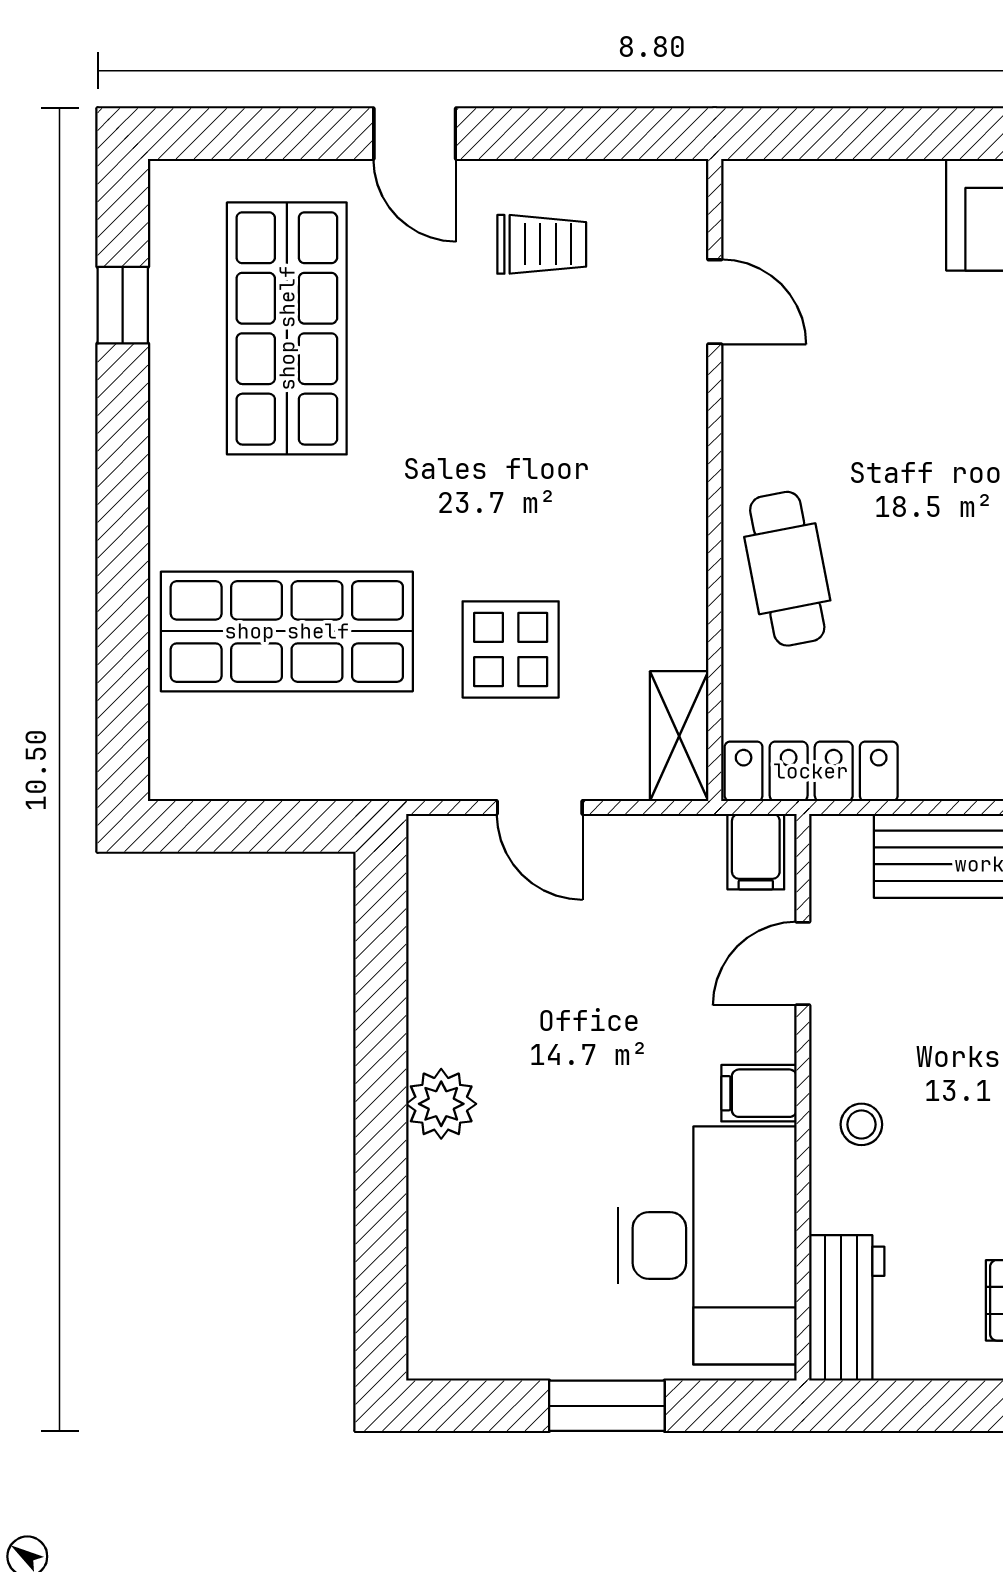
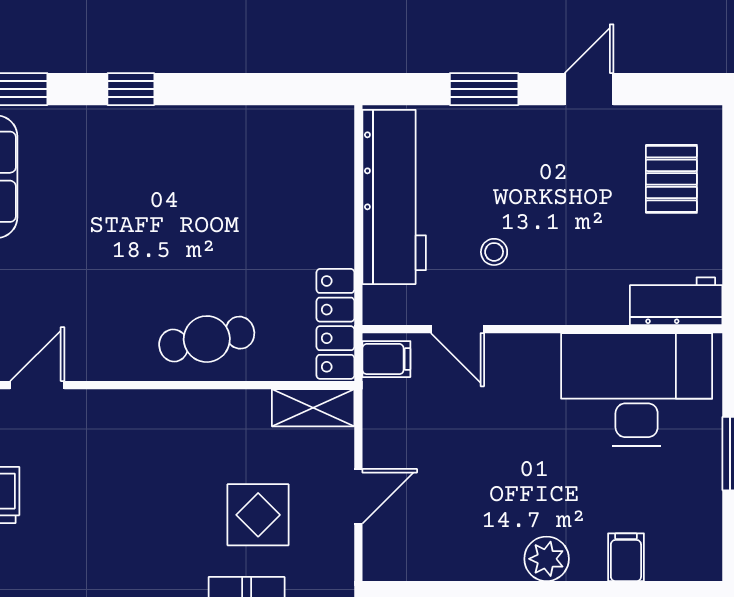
filing cabinet: (759, 1093) -> (626, 557), moved, turned 180
stool: (861, 1124) -> (494, 252), moved

